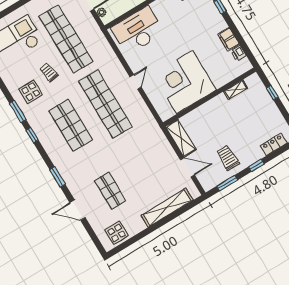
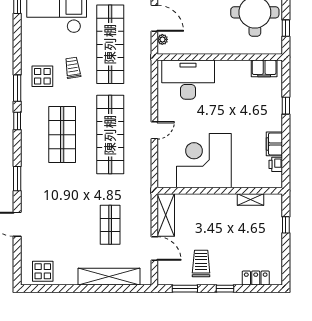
shop shelf: (110, 191) -> (110, 225), moved

